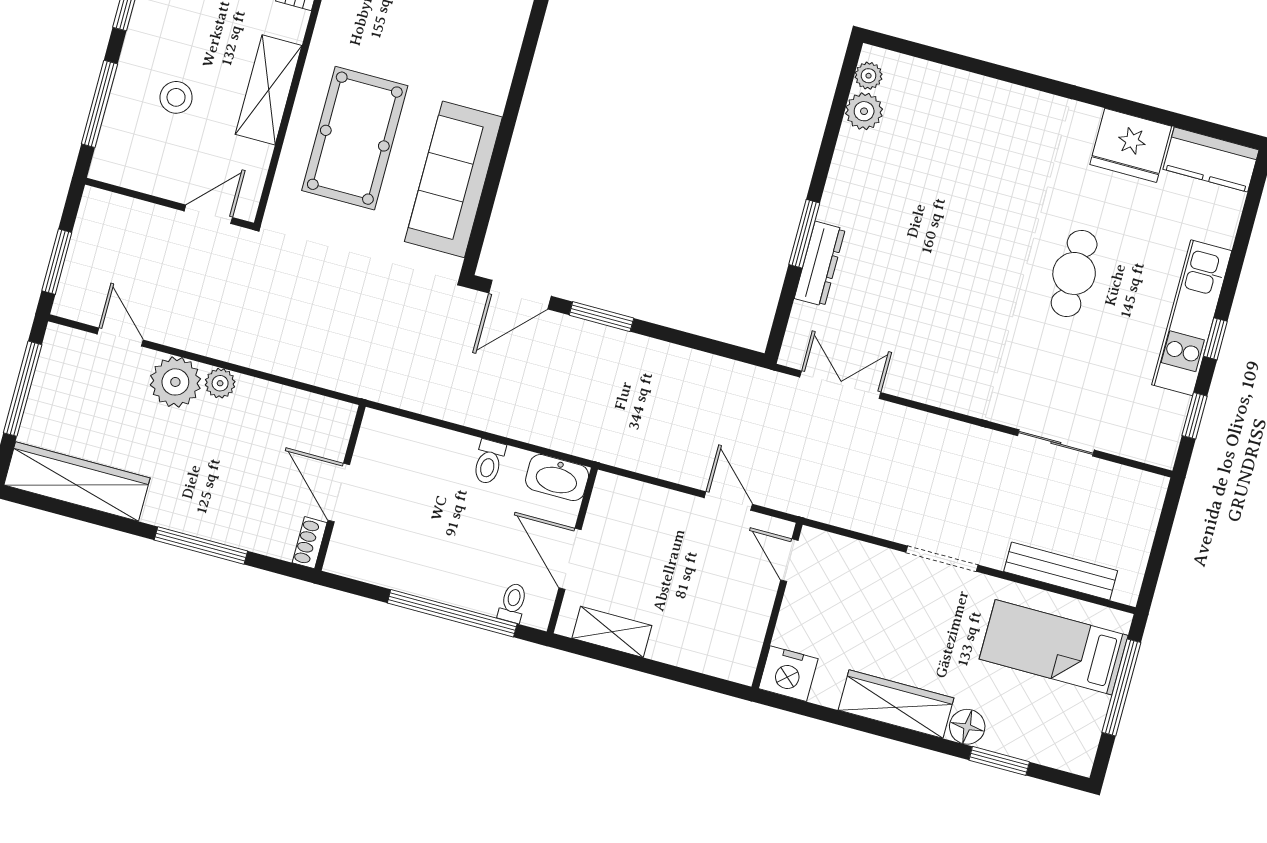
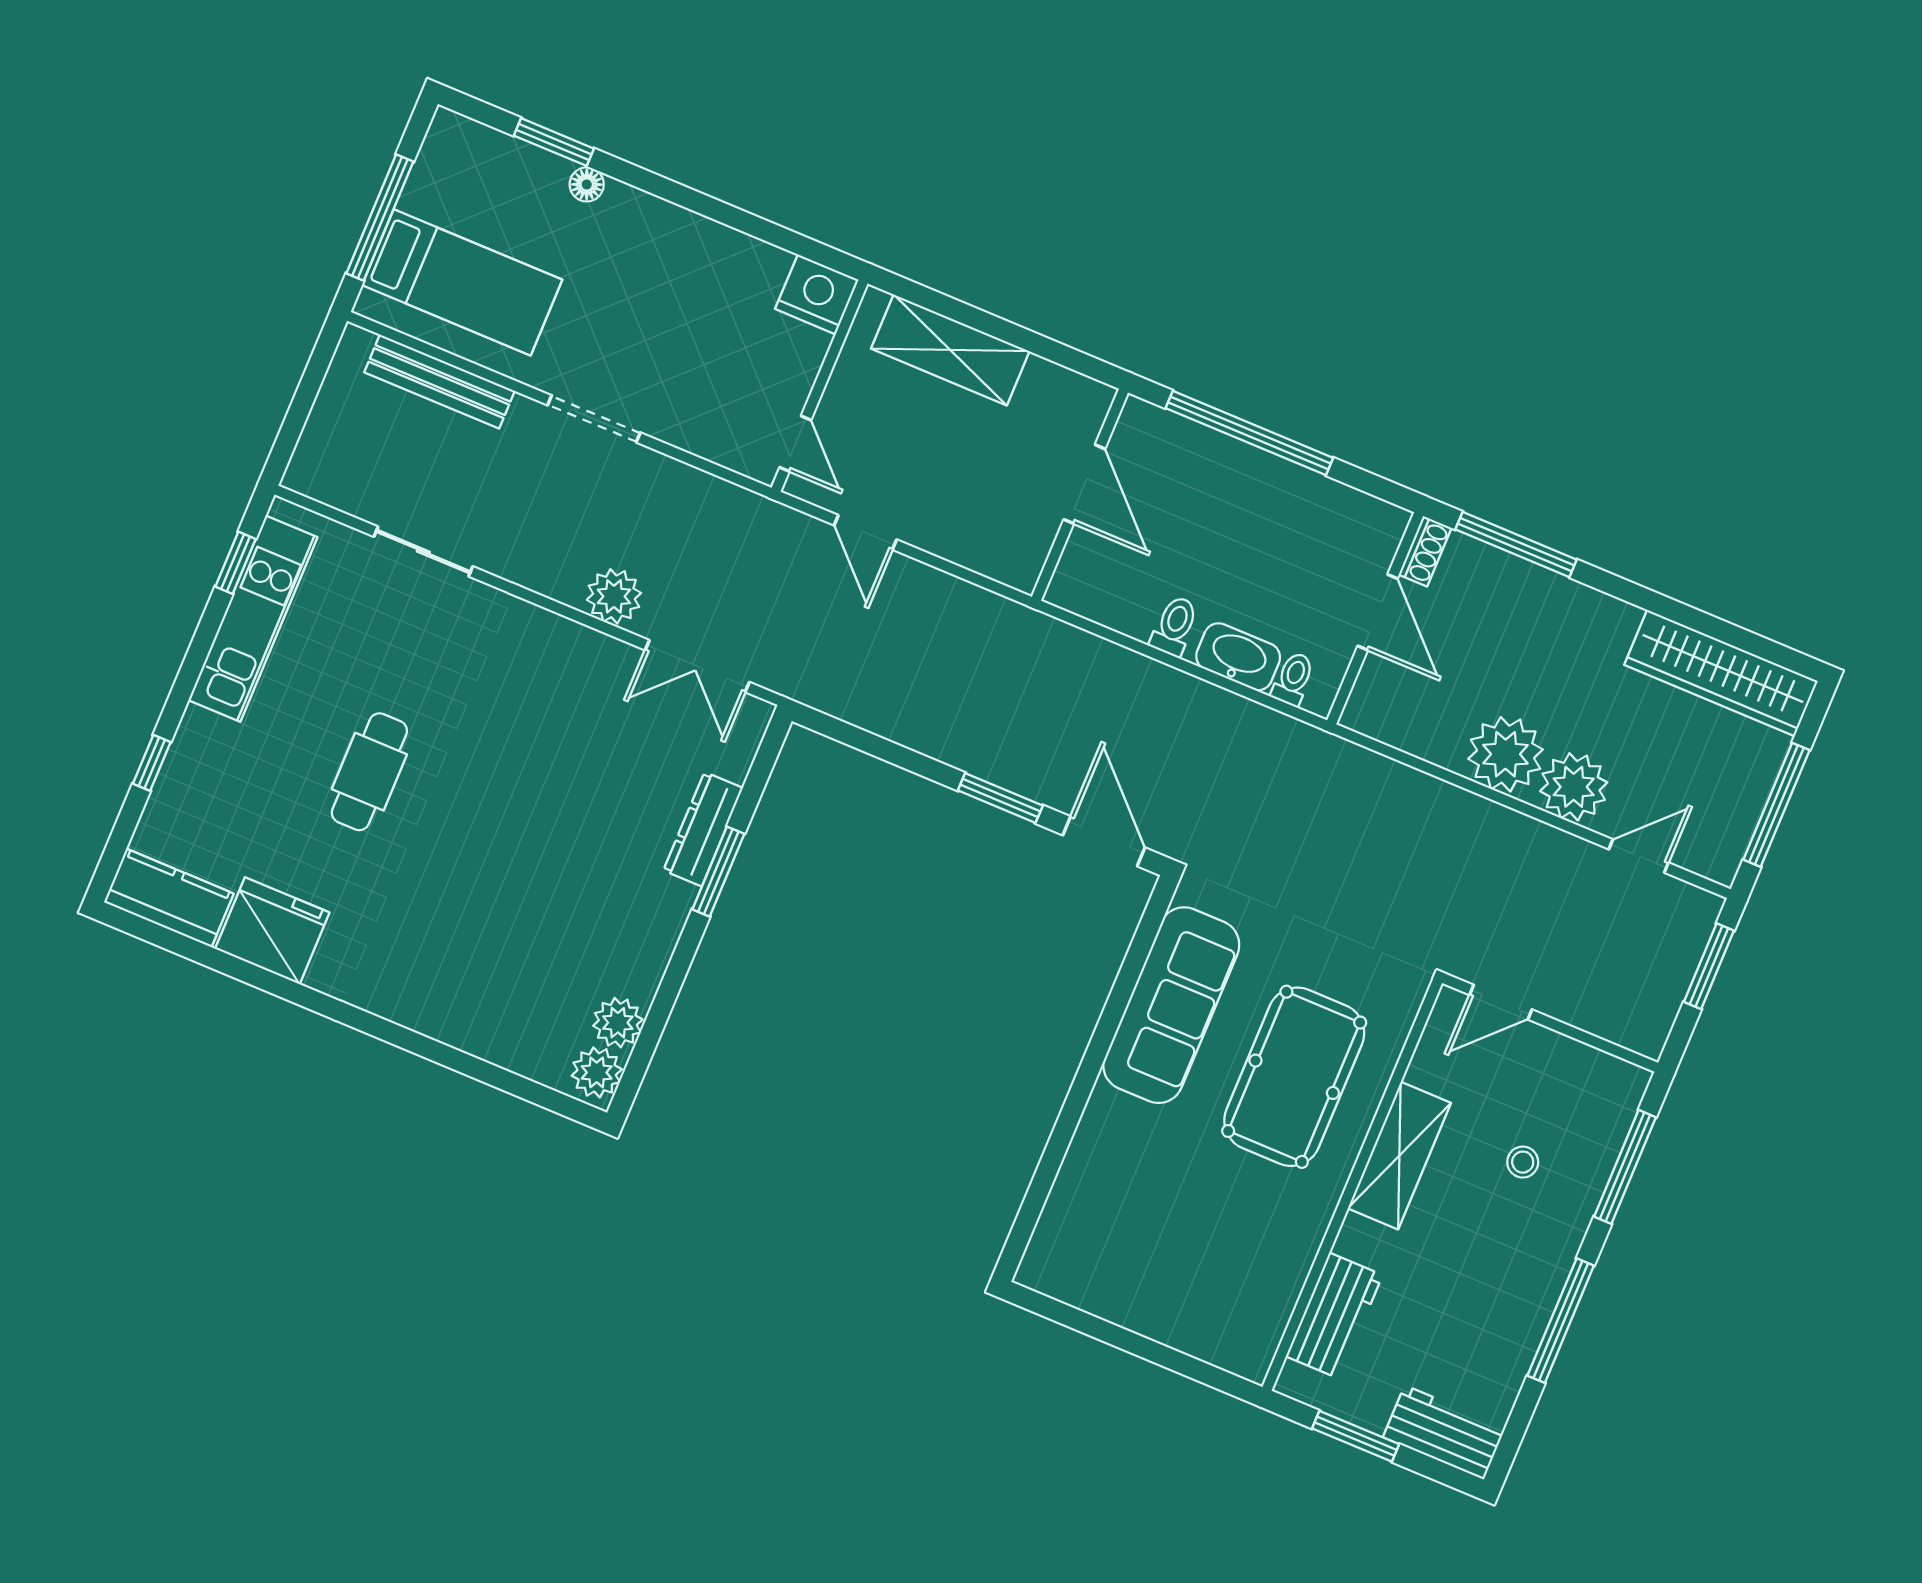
plant: (869, 76) -> (597, 1072), width x1.38, depth x1.38
stool: (176, 97) -> (1523, 1162), width x0.73, depth x0.73
door: (520, 295) -> (1104, 841), hinge flipped
kitchen unit: (1192, 318) -> (253, 619), moved
door: (120, 337) -> (1639, 856), swing flipped
window: (1215, 339) -> (152, 763), moved
plant: (220, 383) -> (1506, 754), width x1.88, depth x1.88
plant: (909, 428) -> (614, 596), added
washbasin: (557, 478) -> (1238, 657), moved
window: (201, 546) -> (1516, 545), moved
toilet: (513, 603) -> (1293, 679), moved, turned 180
shelving: (612, 632) -> (950, 350), moved, width x1.50, depth x1.33
wardrobe: (896, 704) -> (680, 235), removed
floor lamp: (967, 727) -> (587, 184), width x0.73, depth x0.73

